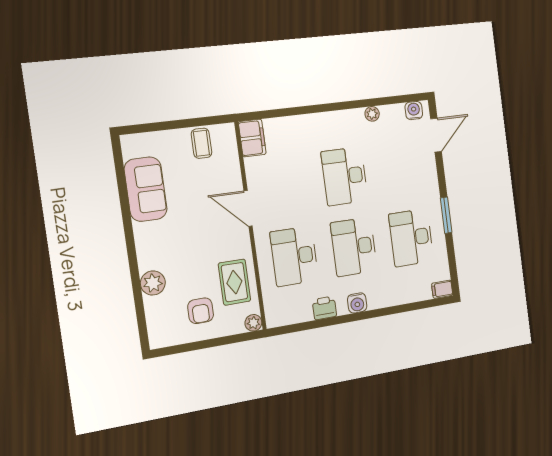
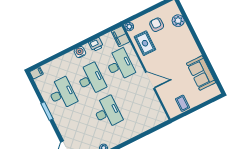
filing cabinet: (252, 138) -> (120, 36), moved
plant: (153, 283) -> (178, 21), moved

